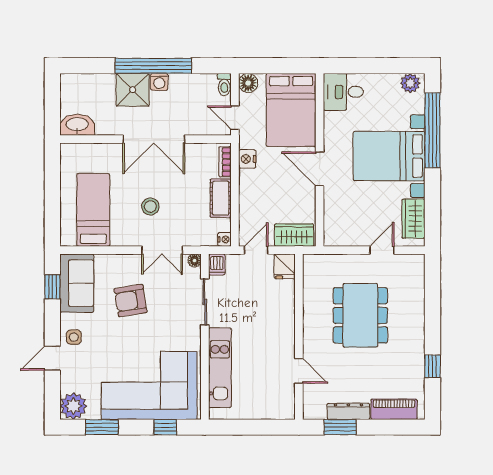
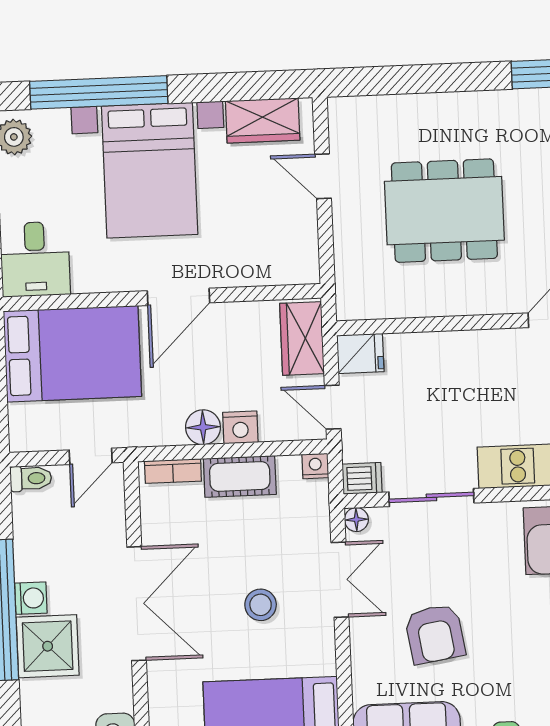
floor lamp: (248, 83) -> (203, 427), moved
nightstand: (247, 159) -> (240, 427), moved

